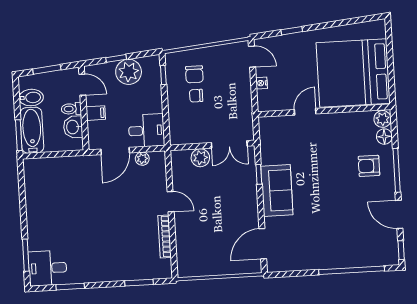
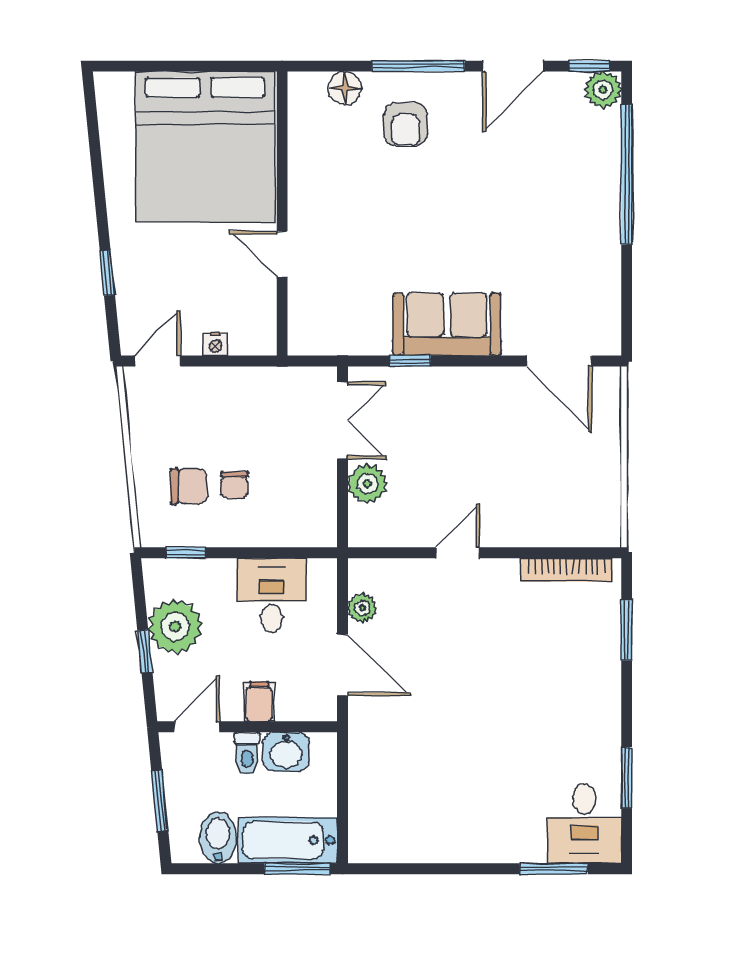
plant: (383, 119) -> (603, 90), moved
desk: (147, 130) -> (272, 595), moved
bookcase: (165, 236) -> (567, 570), moved

